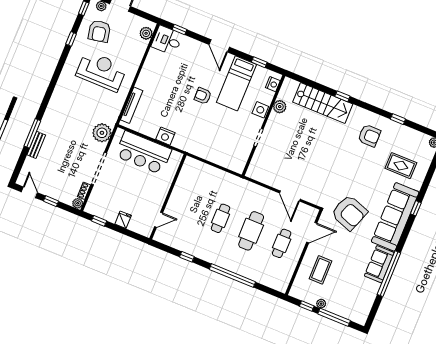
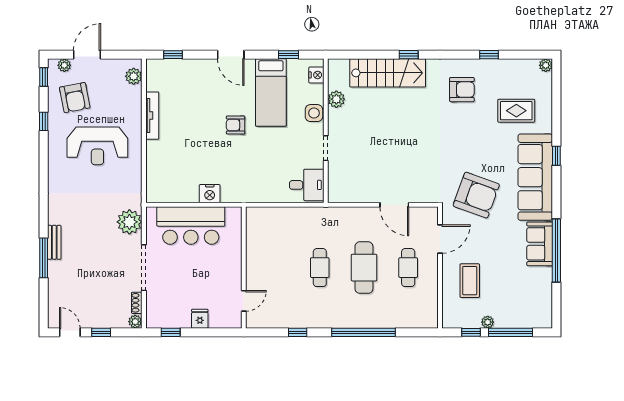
desk: (167, 40) -> (307, 185), moved, turned 180
reception desk: (101, 71) -> (97, 146), turned 180
tv unit: (132, 105) -> (152, 116), moved
bench: (36, 145) -> (54, 242), moved

